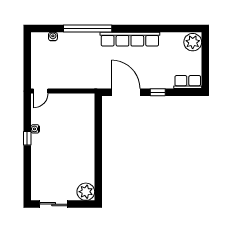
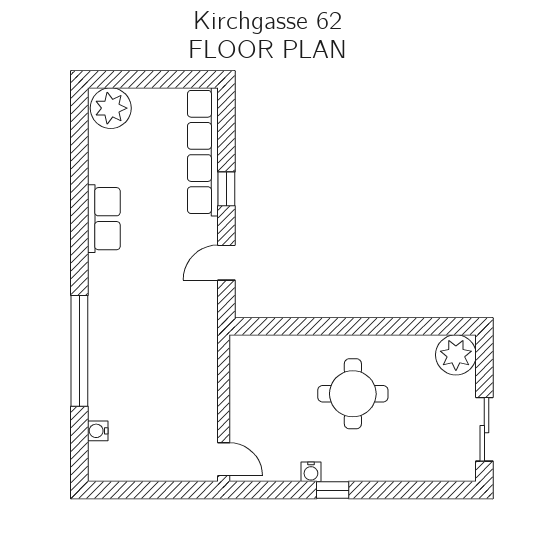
row of seats: (130, 39) -> (104, 219), width x0.50
row of seats: (188, 82) -> (203, 152), width x2.02
door: (126, 92) -> (226, 263), width x0.53
round table: (69, 147) -> (353, 394), added

